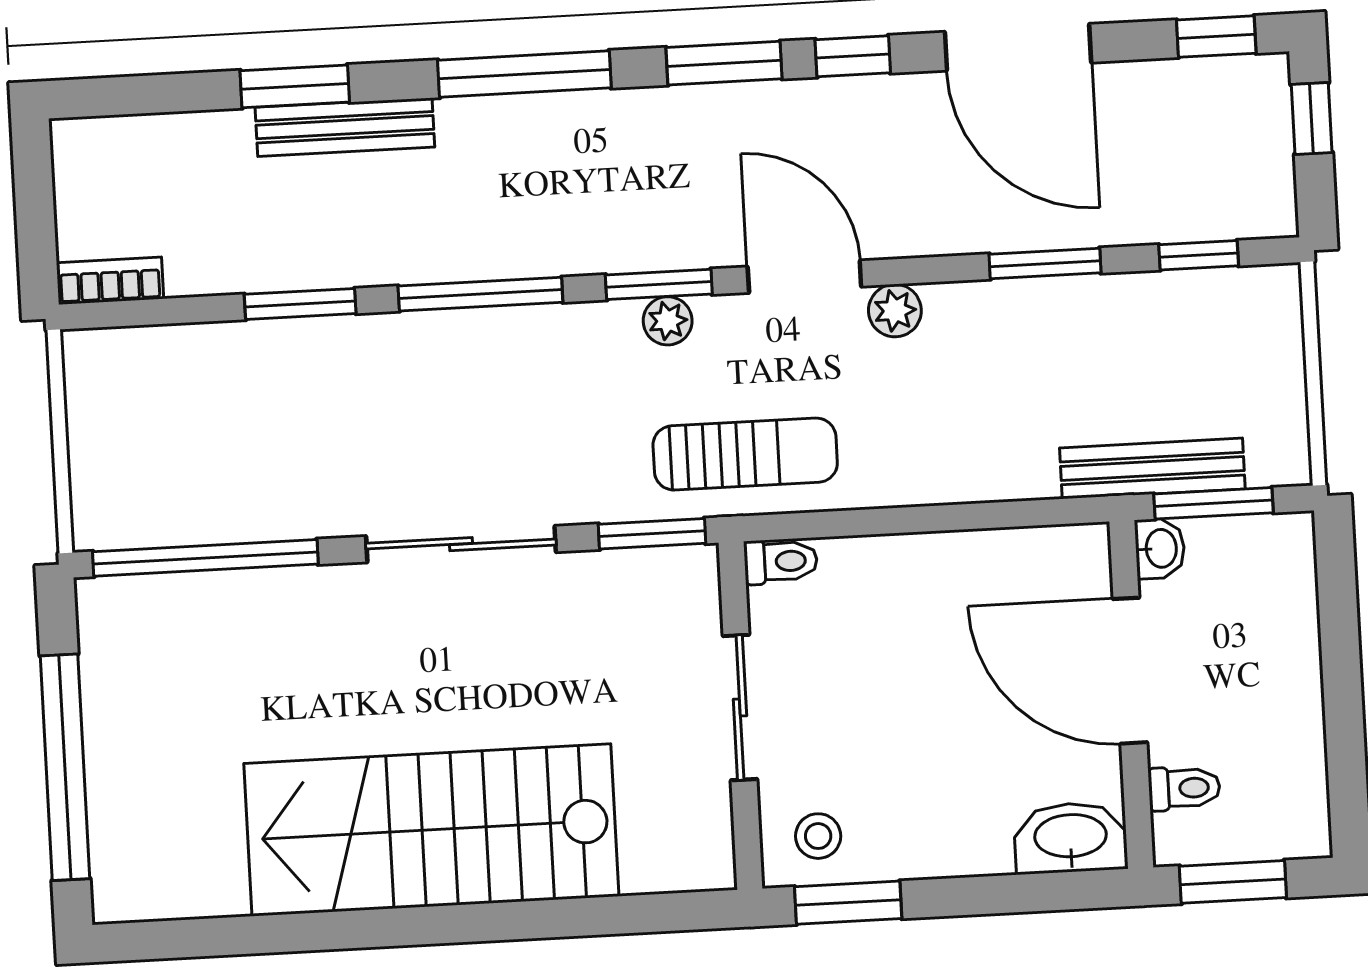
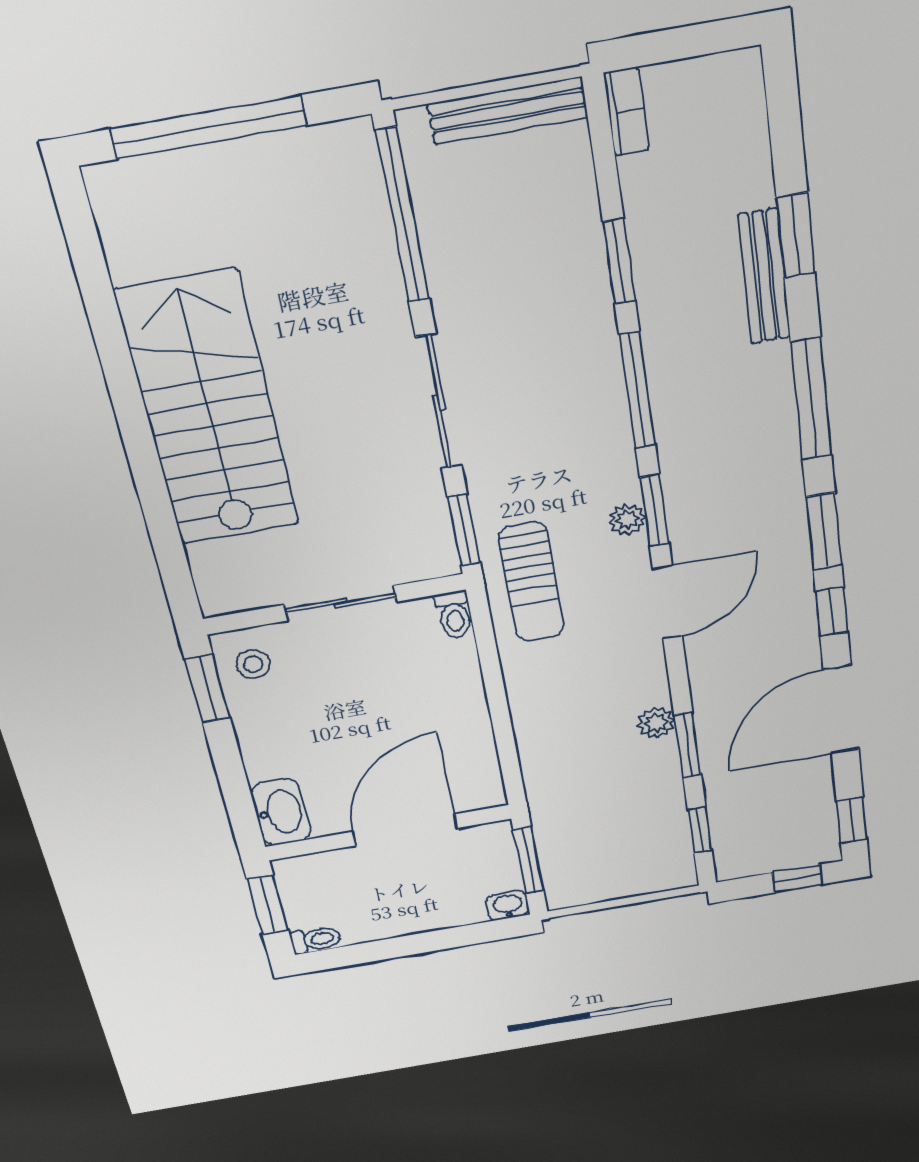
plant: (895, 311) -> (656, 723), moved
bench: (1152, 469) -> (508, 111), moved, turned 90
washbasin: (1160, 548) -> (508, 905), moved, turned 180
toilet: (1184, 788) -> (316, 940), moved, turned -90

